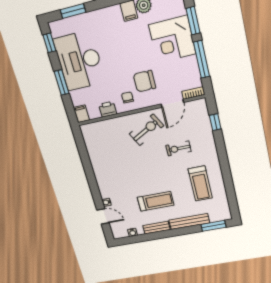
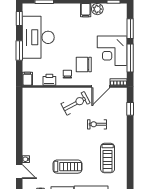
corner desk: (172, 39) -> (112, 51), moved

